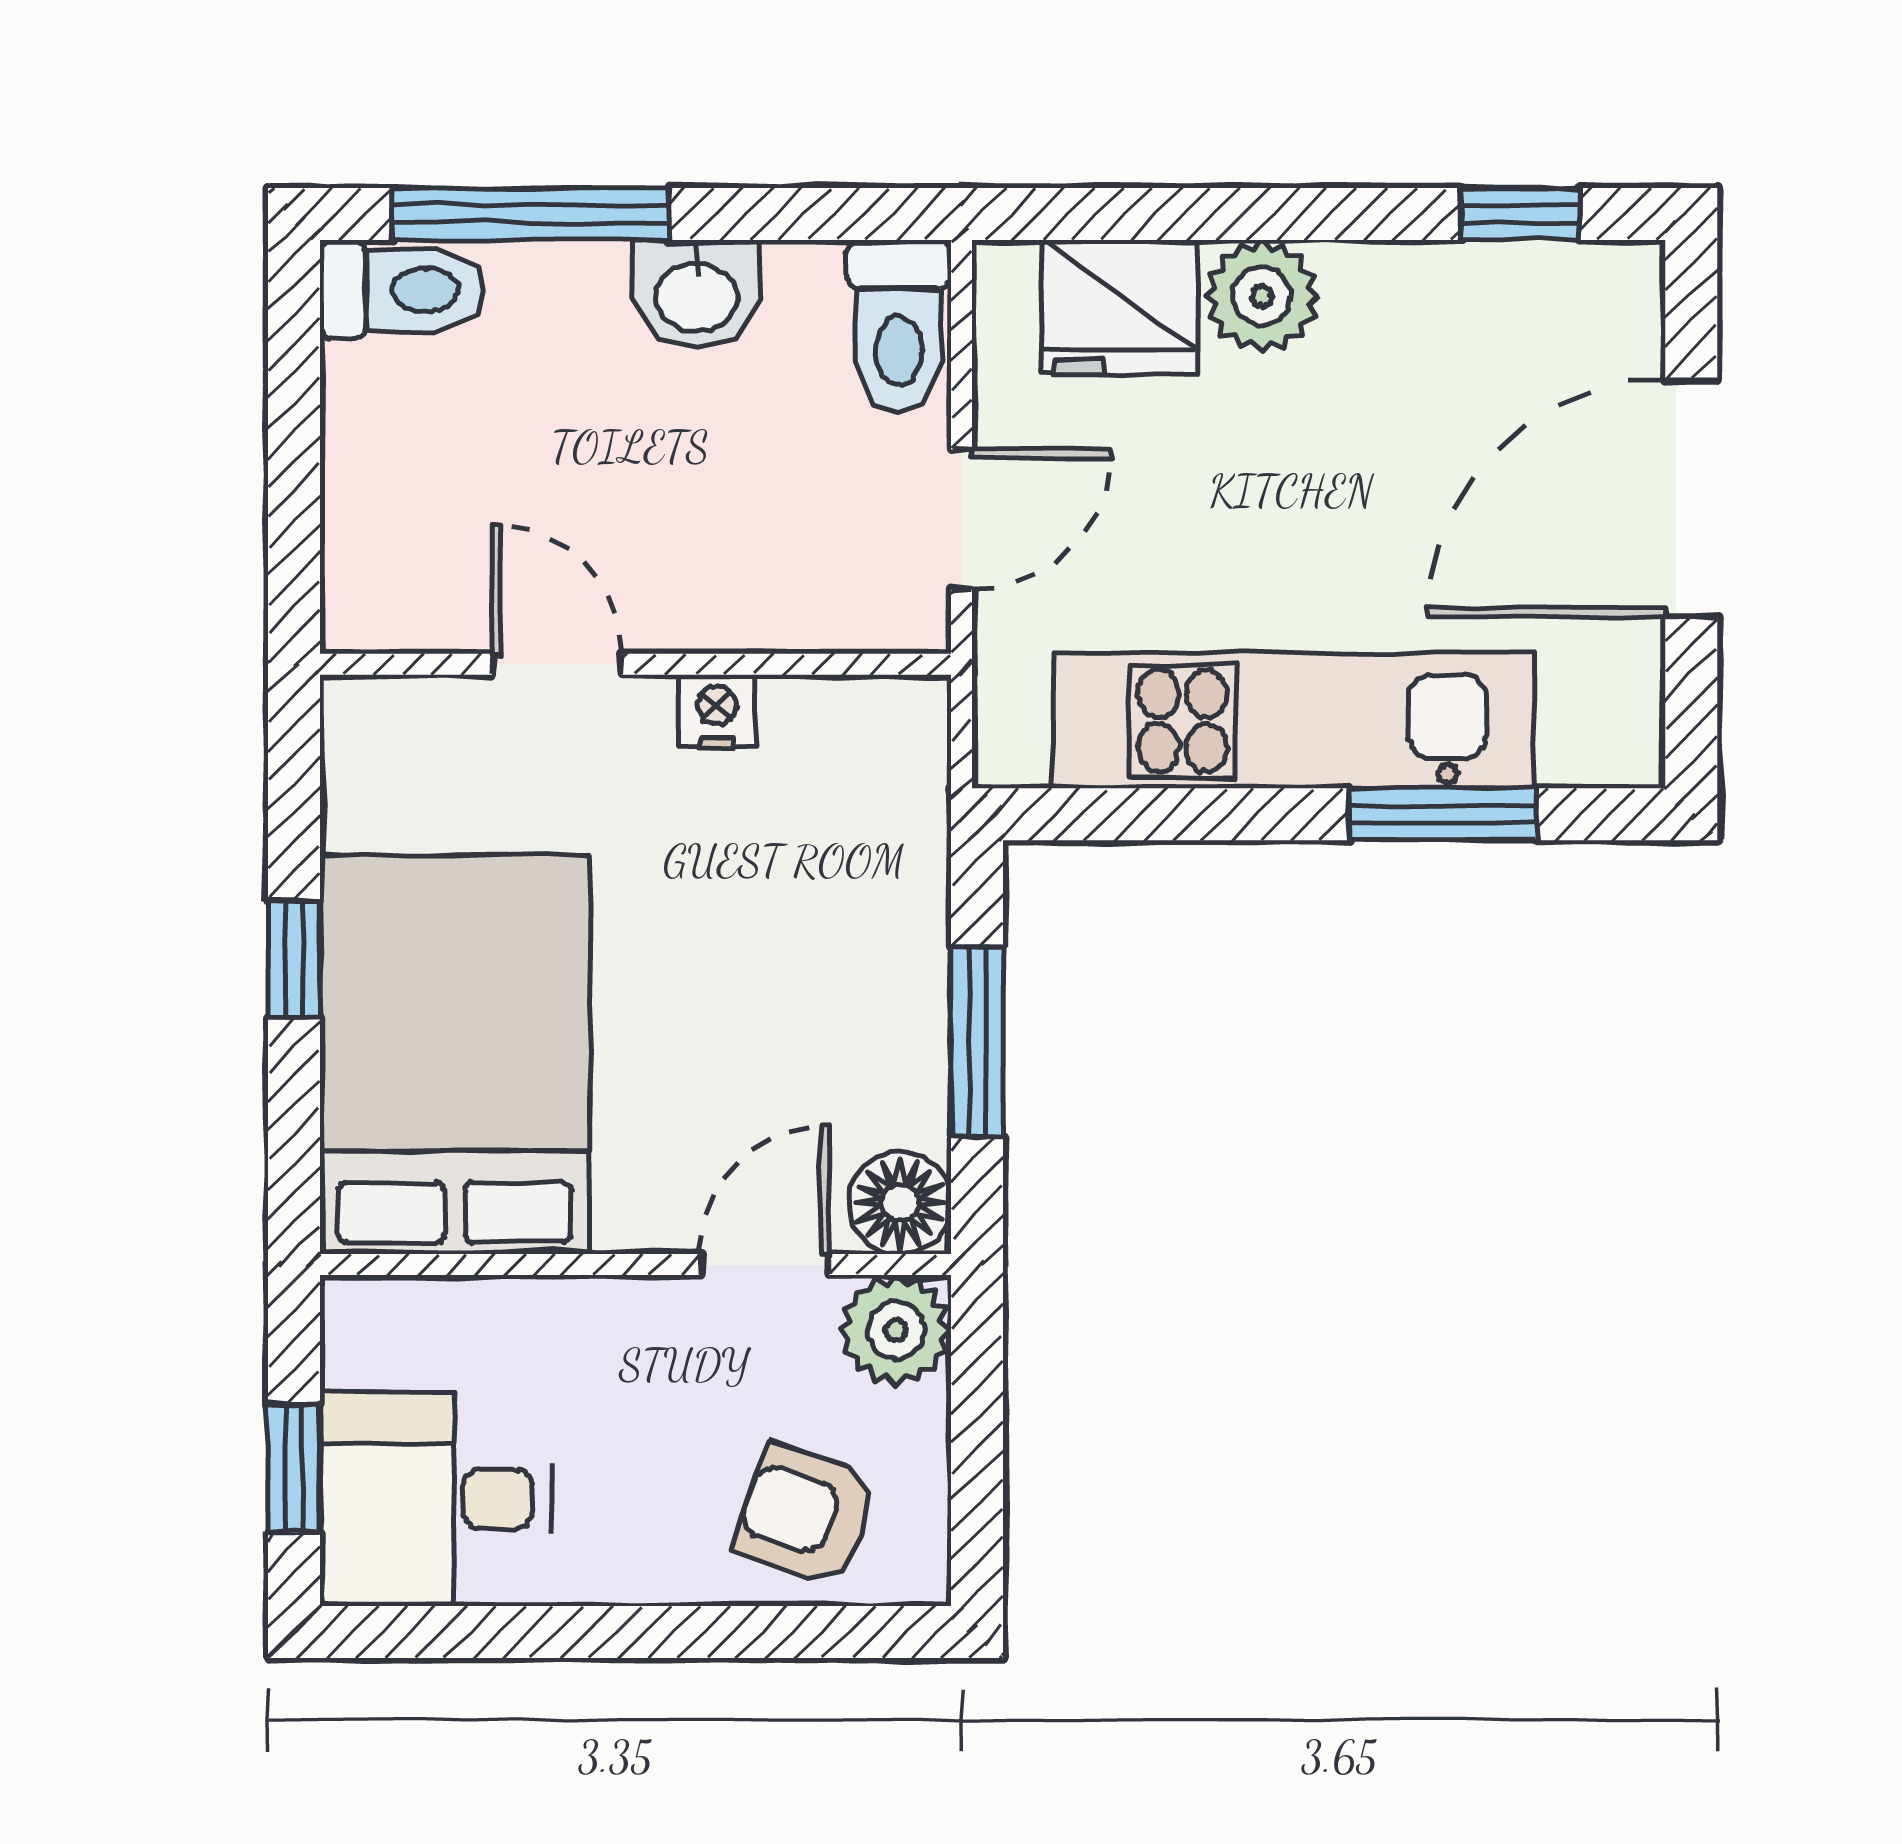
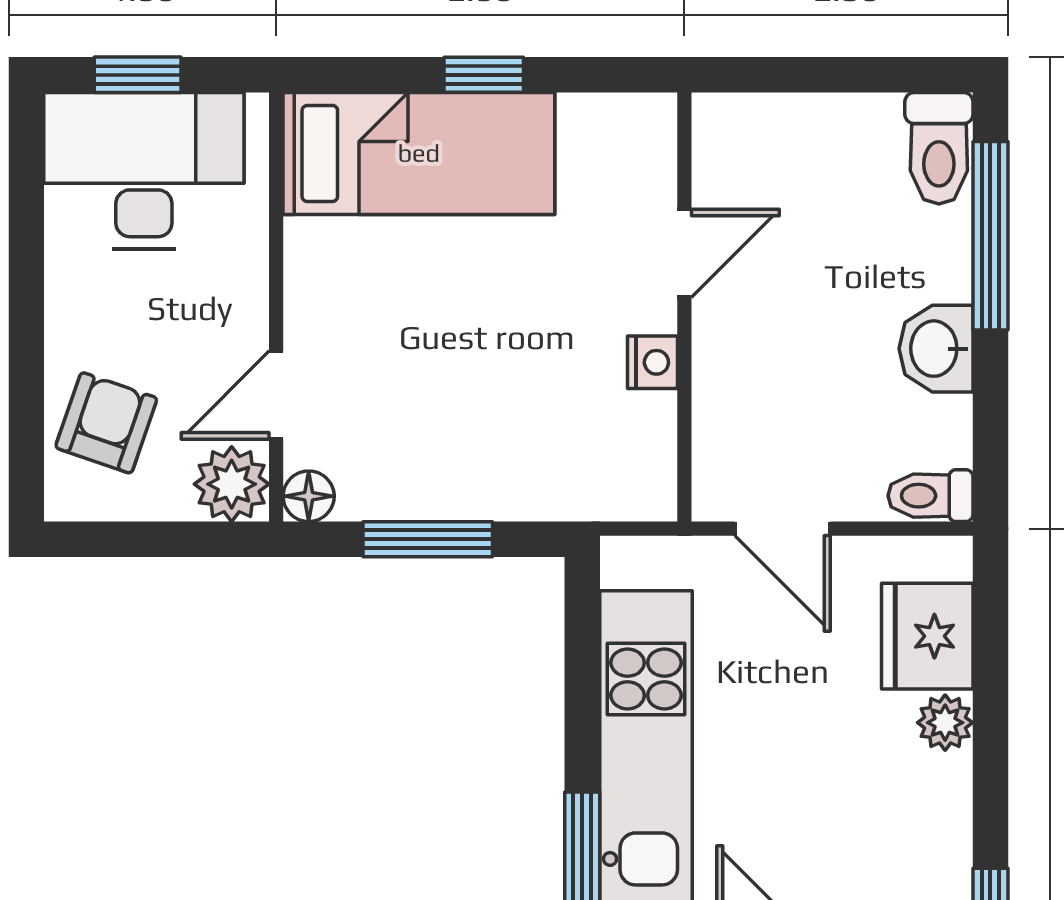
plant: (1262, 296) -> (945, 723), width x0.73, depth x0.73
toilet: (899, 326) -> (930, 496), width x0.73, depth x0.72
bed: (455, 1055) -> (419, 153), width x0.67
floor lamp: (900, 1203) -> (309, 496), width x0.73, depth x0.73
door: (765, 1265) -> (276, 395), swing flipped
desk: (435, 1499) -> (144, 171), width x1.37

